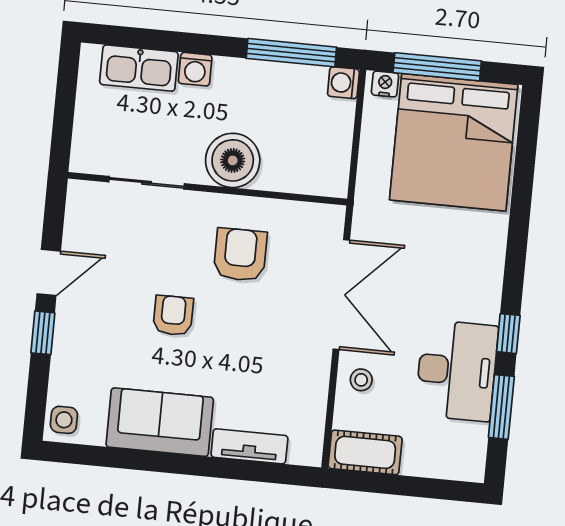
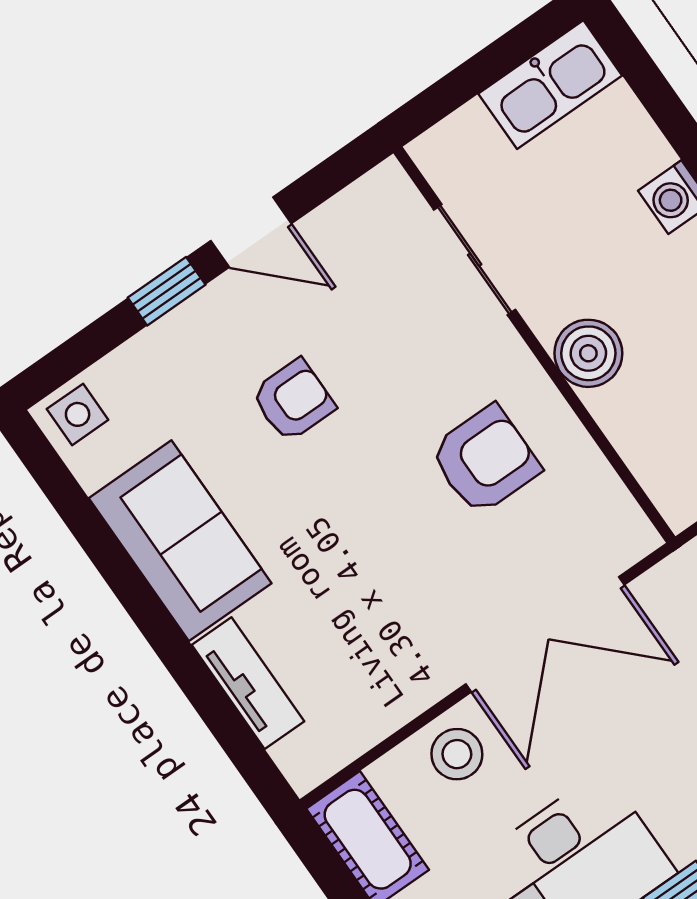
kitchen sink: (139, 68) -> (550, 85), moved, turned -90
boiler: (233, 160) -> (588, 353), width x0.73, depth x0.73
armchair: (173, 315) -> (293, 400), moved
stool: (361, 380) -> (457, 754), width x1.37, depth x1.37

